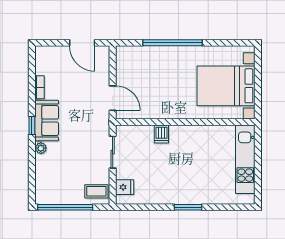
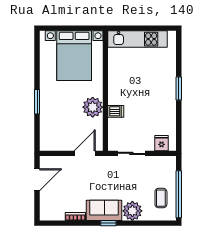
window: (173, 43) -> (37, 102), width x0.47
plant: (166, 107) -> (93, 107), added
plant: (41, 148) -> (132, 211), width x1.87, depth x1.87
coffee table: (96, 191) -> (161, 198), moved

